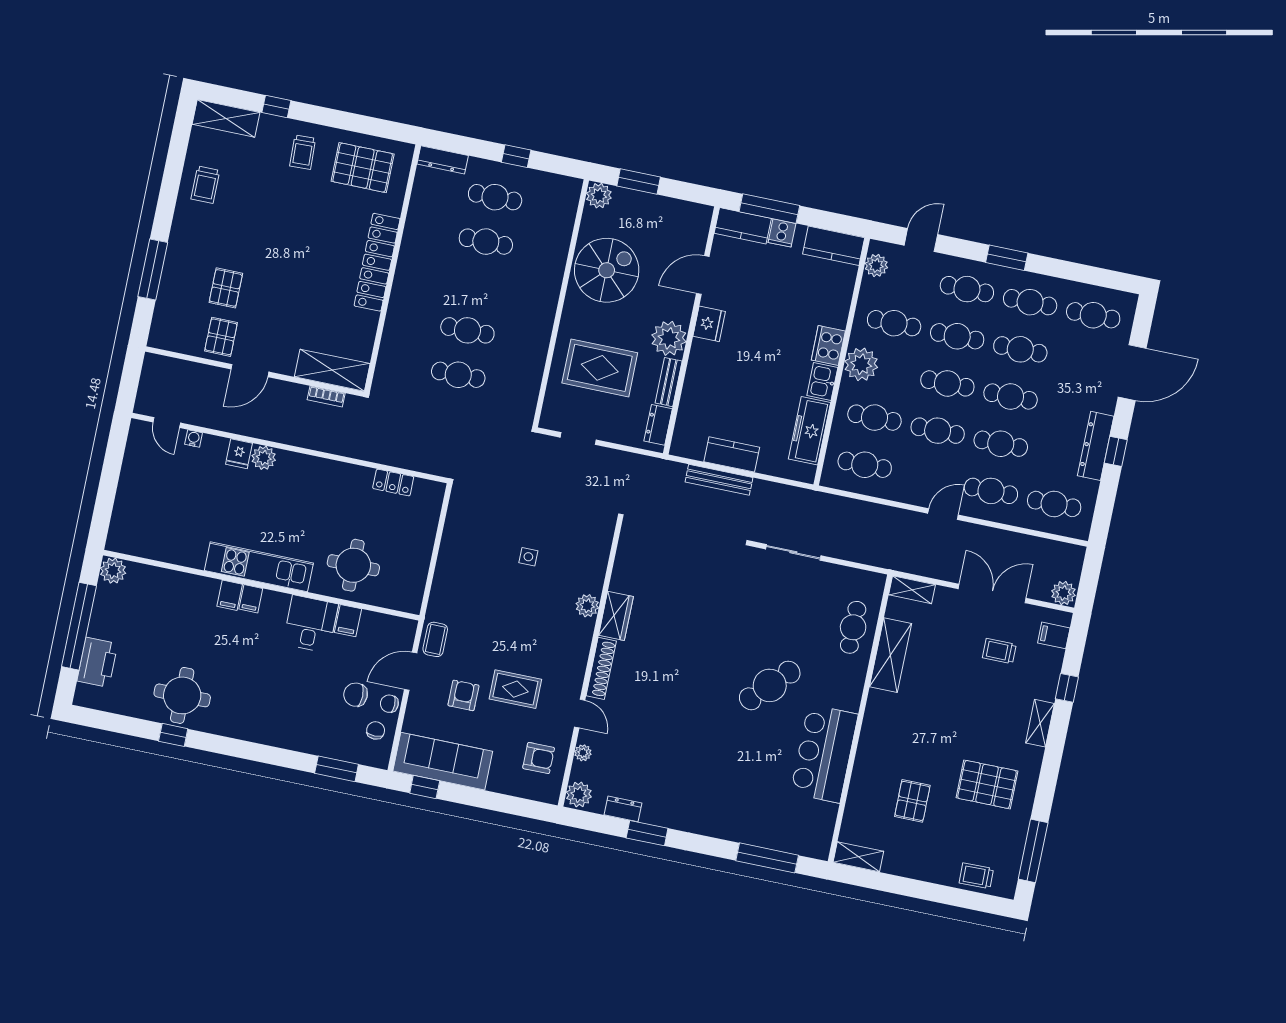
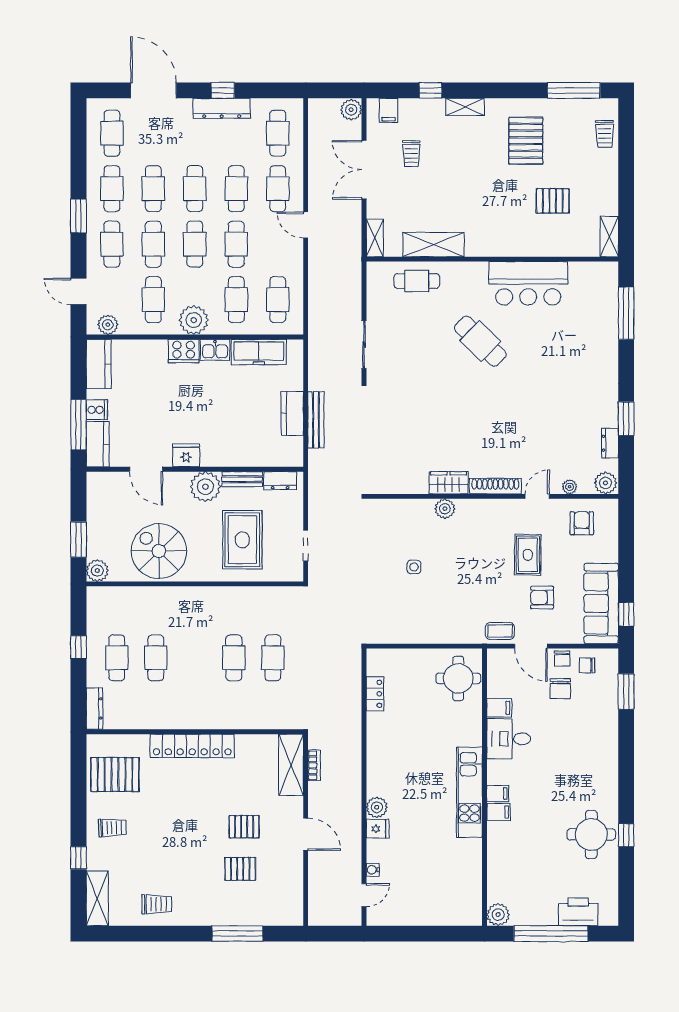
pallet: (363, 168) -> (115, 775), turned 90
pallet: (221, 337) -> (244, 827), moved
round table: (353, 565) -> (458, 678), moved

